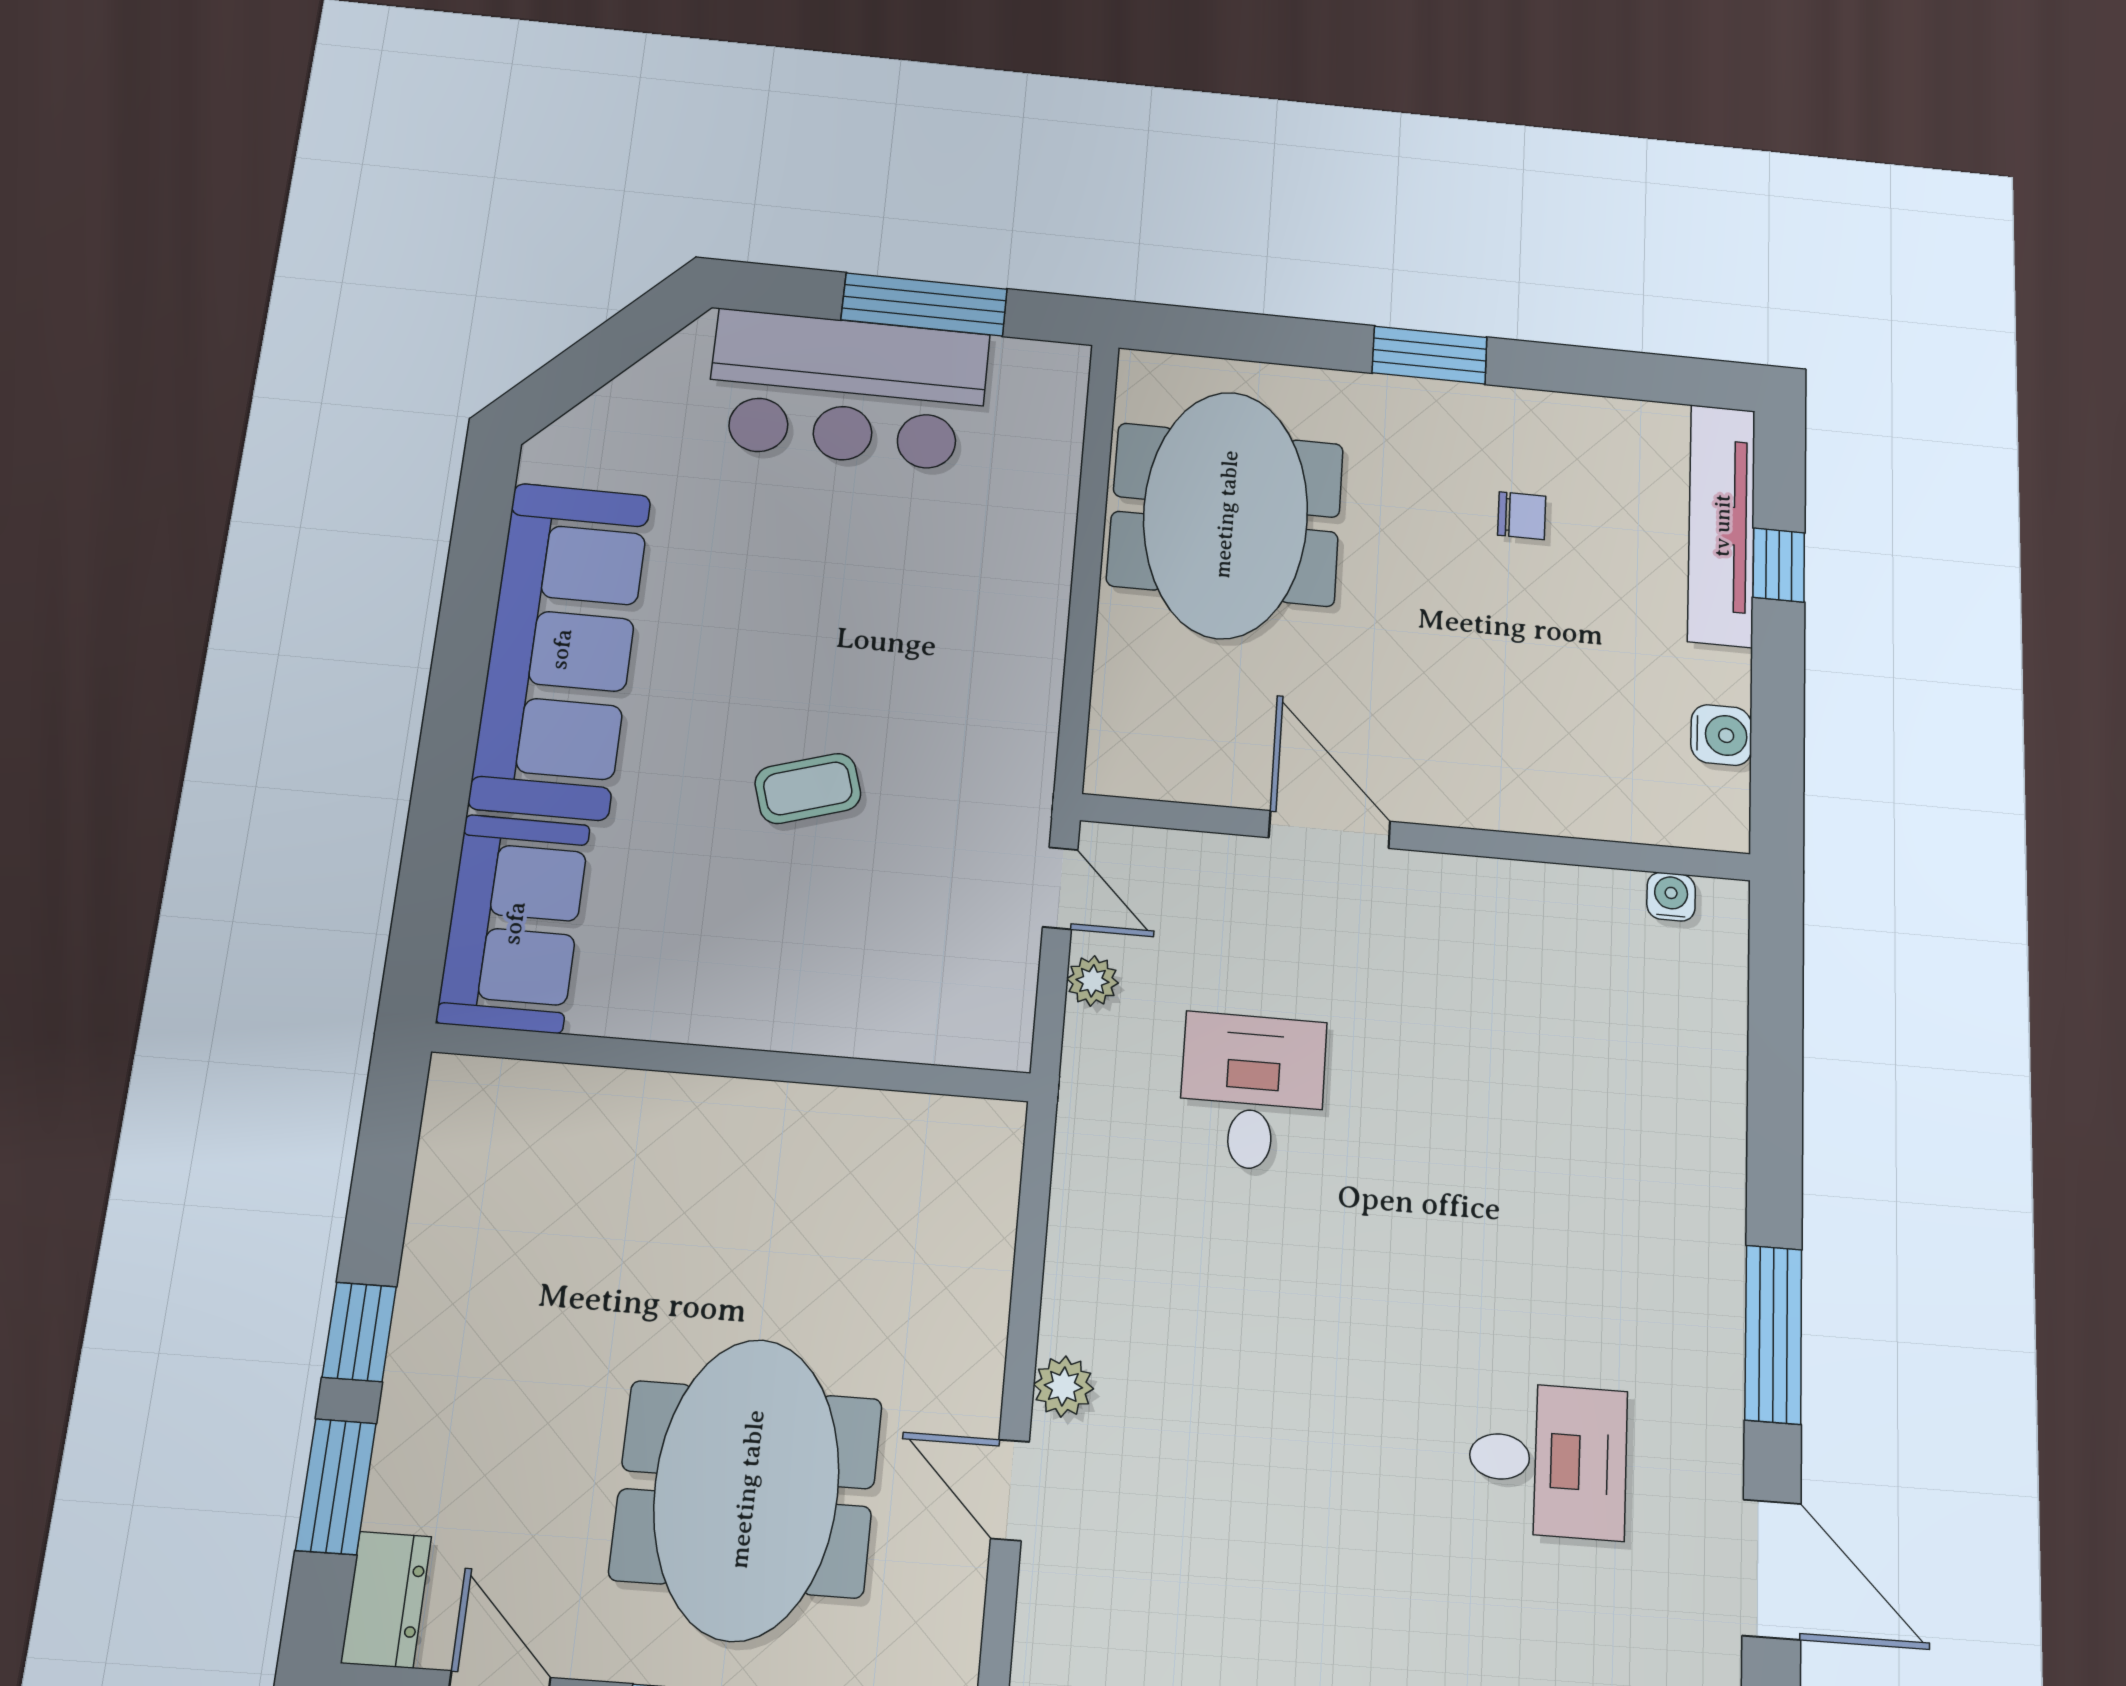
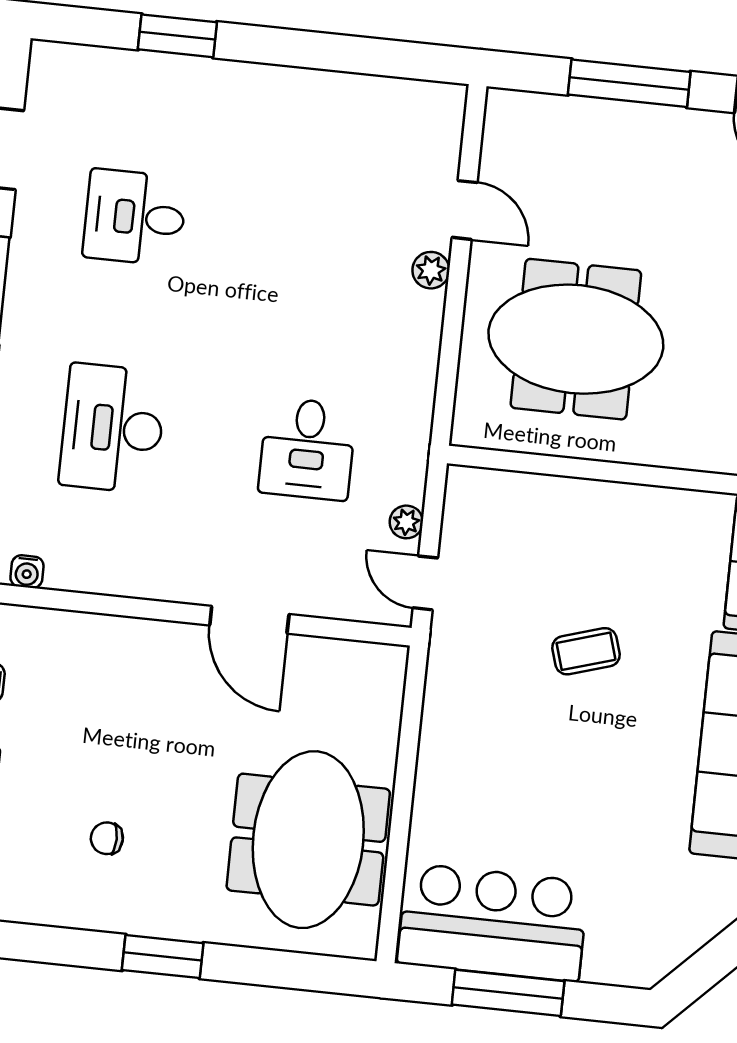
bar counter: (847, 390) -> (493, 922), moved
desk: (1558, 1118) -> (113, 428), added
meeting table: (747, 1489) -> (576, 339), moved, turned 90

